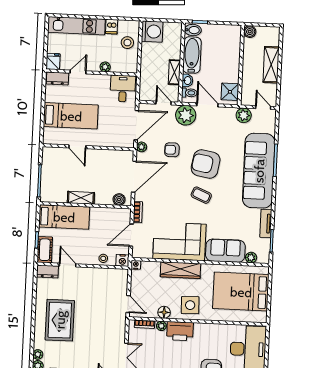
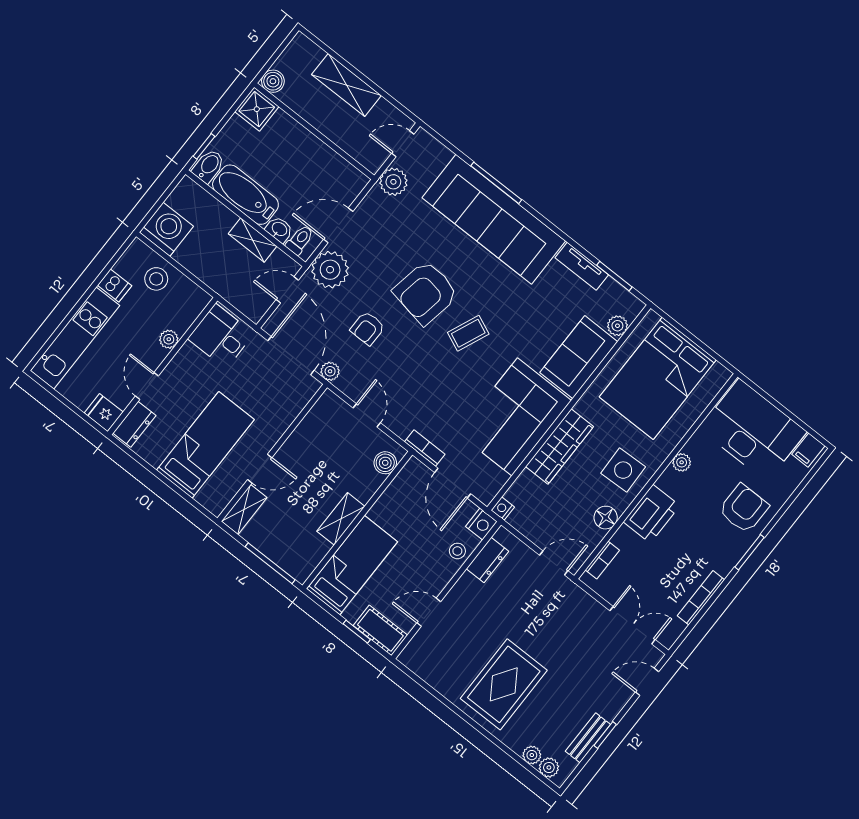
shower: (230, 92) -> (257, 109), moved
shelving: (55, 153) -> (244, 509), added
door: (134, 177) -> (367, 415), width x0.53
dresser: (47, 272) -> (488, 560), moved
rug: (60, 320) -> (504, 684), turned 90
plant: (161, 326) -> (682, 462), moved

